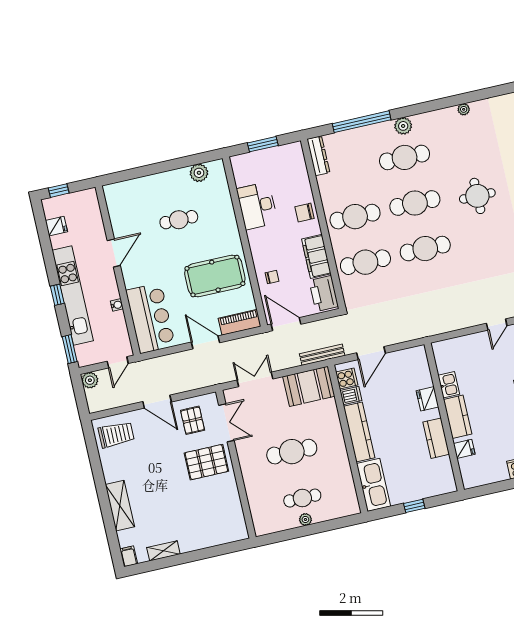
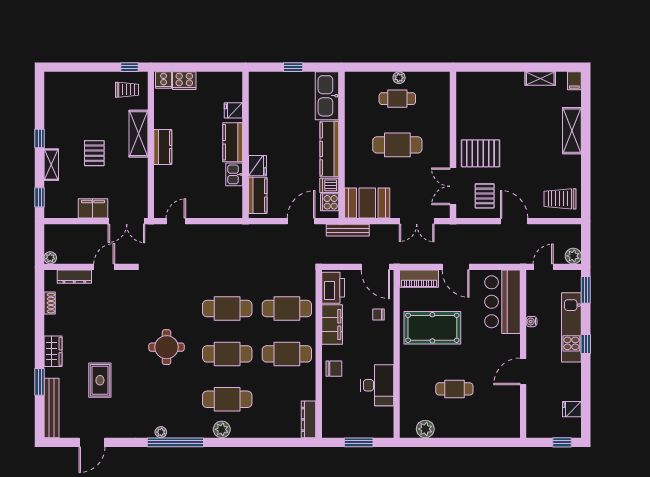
window: (362, 122) -> (175, 442), moved
kitchen unit: (73, 295) -> (571, 327), width x0.73
kitchen counter: (436, 438) -> (258, 195), moved

